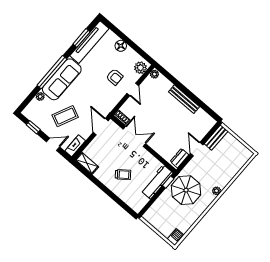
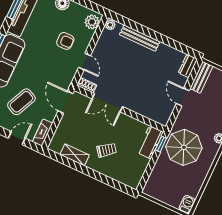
door: (133, 89) -> (85, 62), moved
bench: (184, 99) -> (140, 38), moved
double door: (134, 136) -> (107, 103), swing flipped
dresser: (179, 158) -> (188, 66), moved
shelving: (87, 163) -> (75, 155), moved
workbench: (157, 182) -> (150, 142), width x0.73

